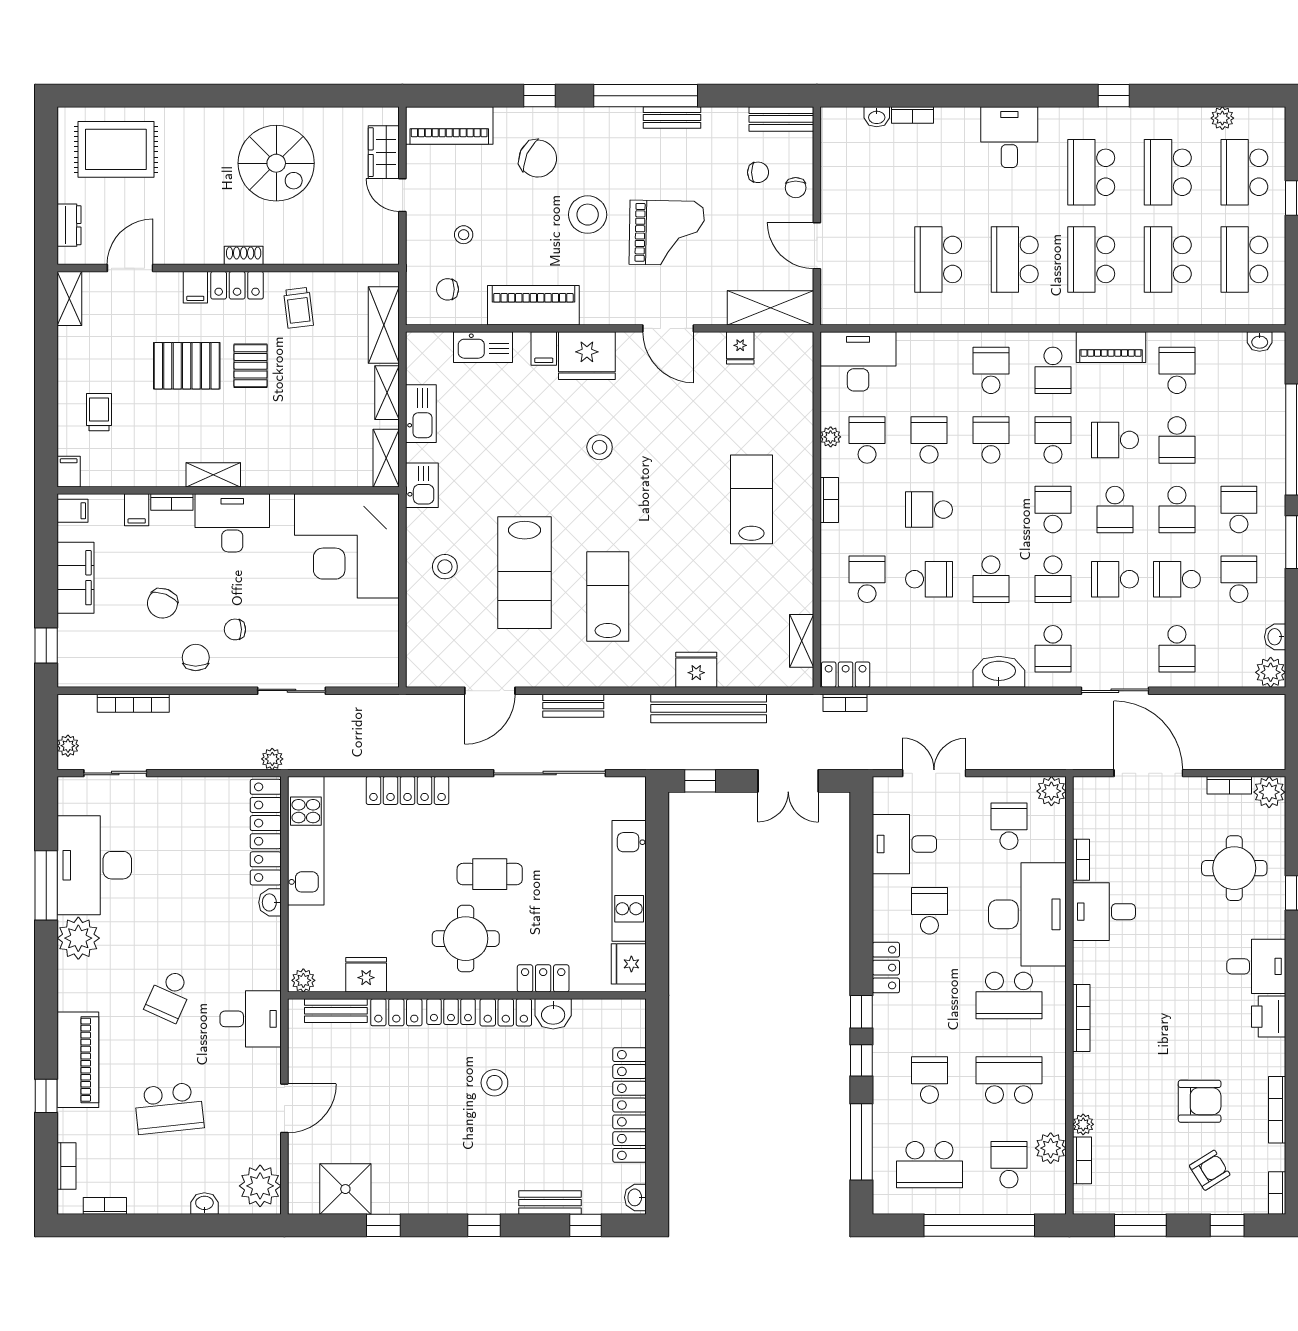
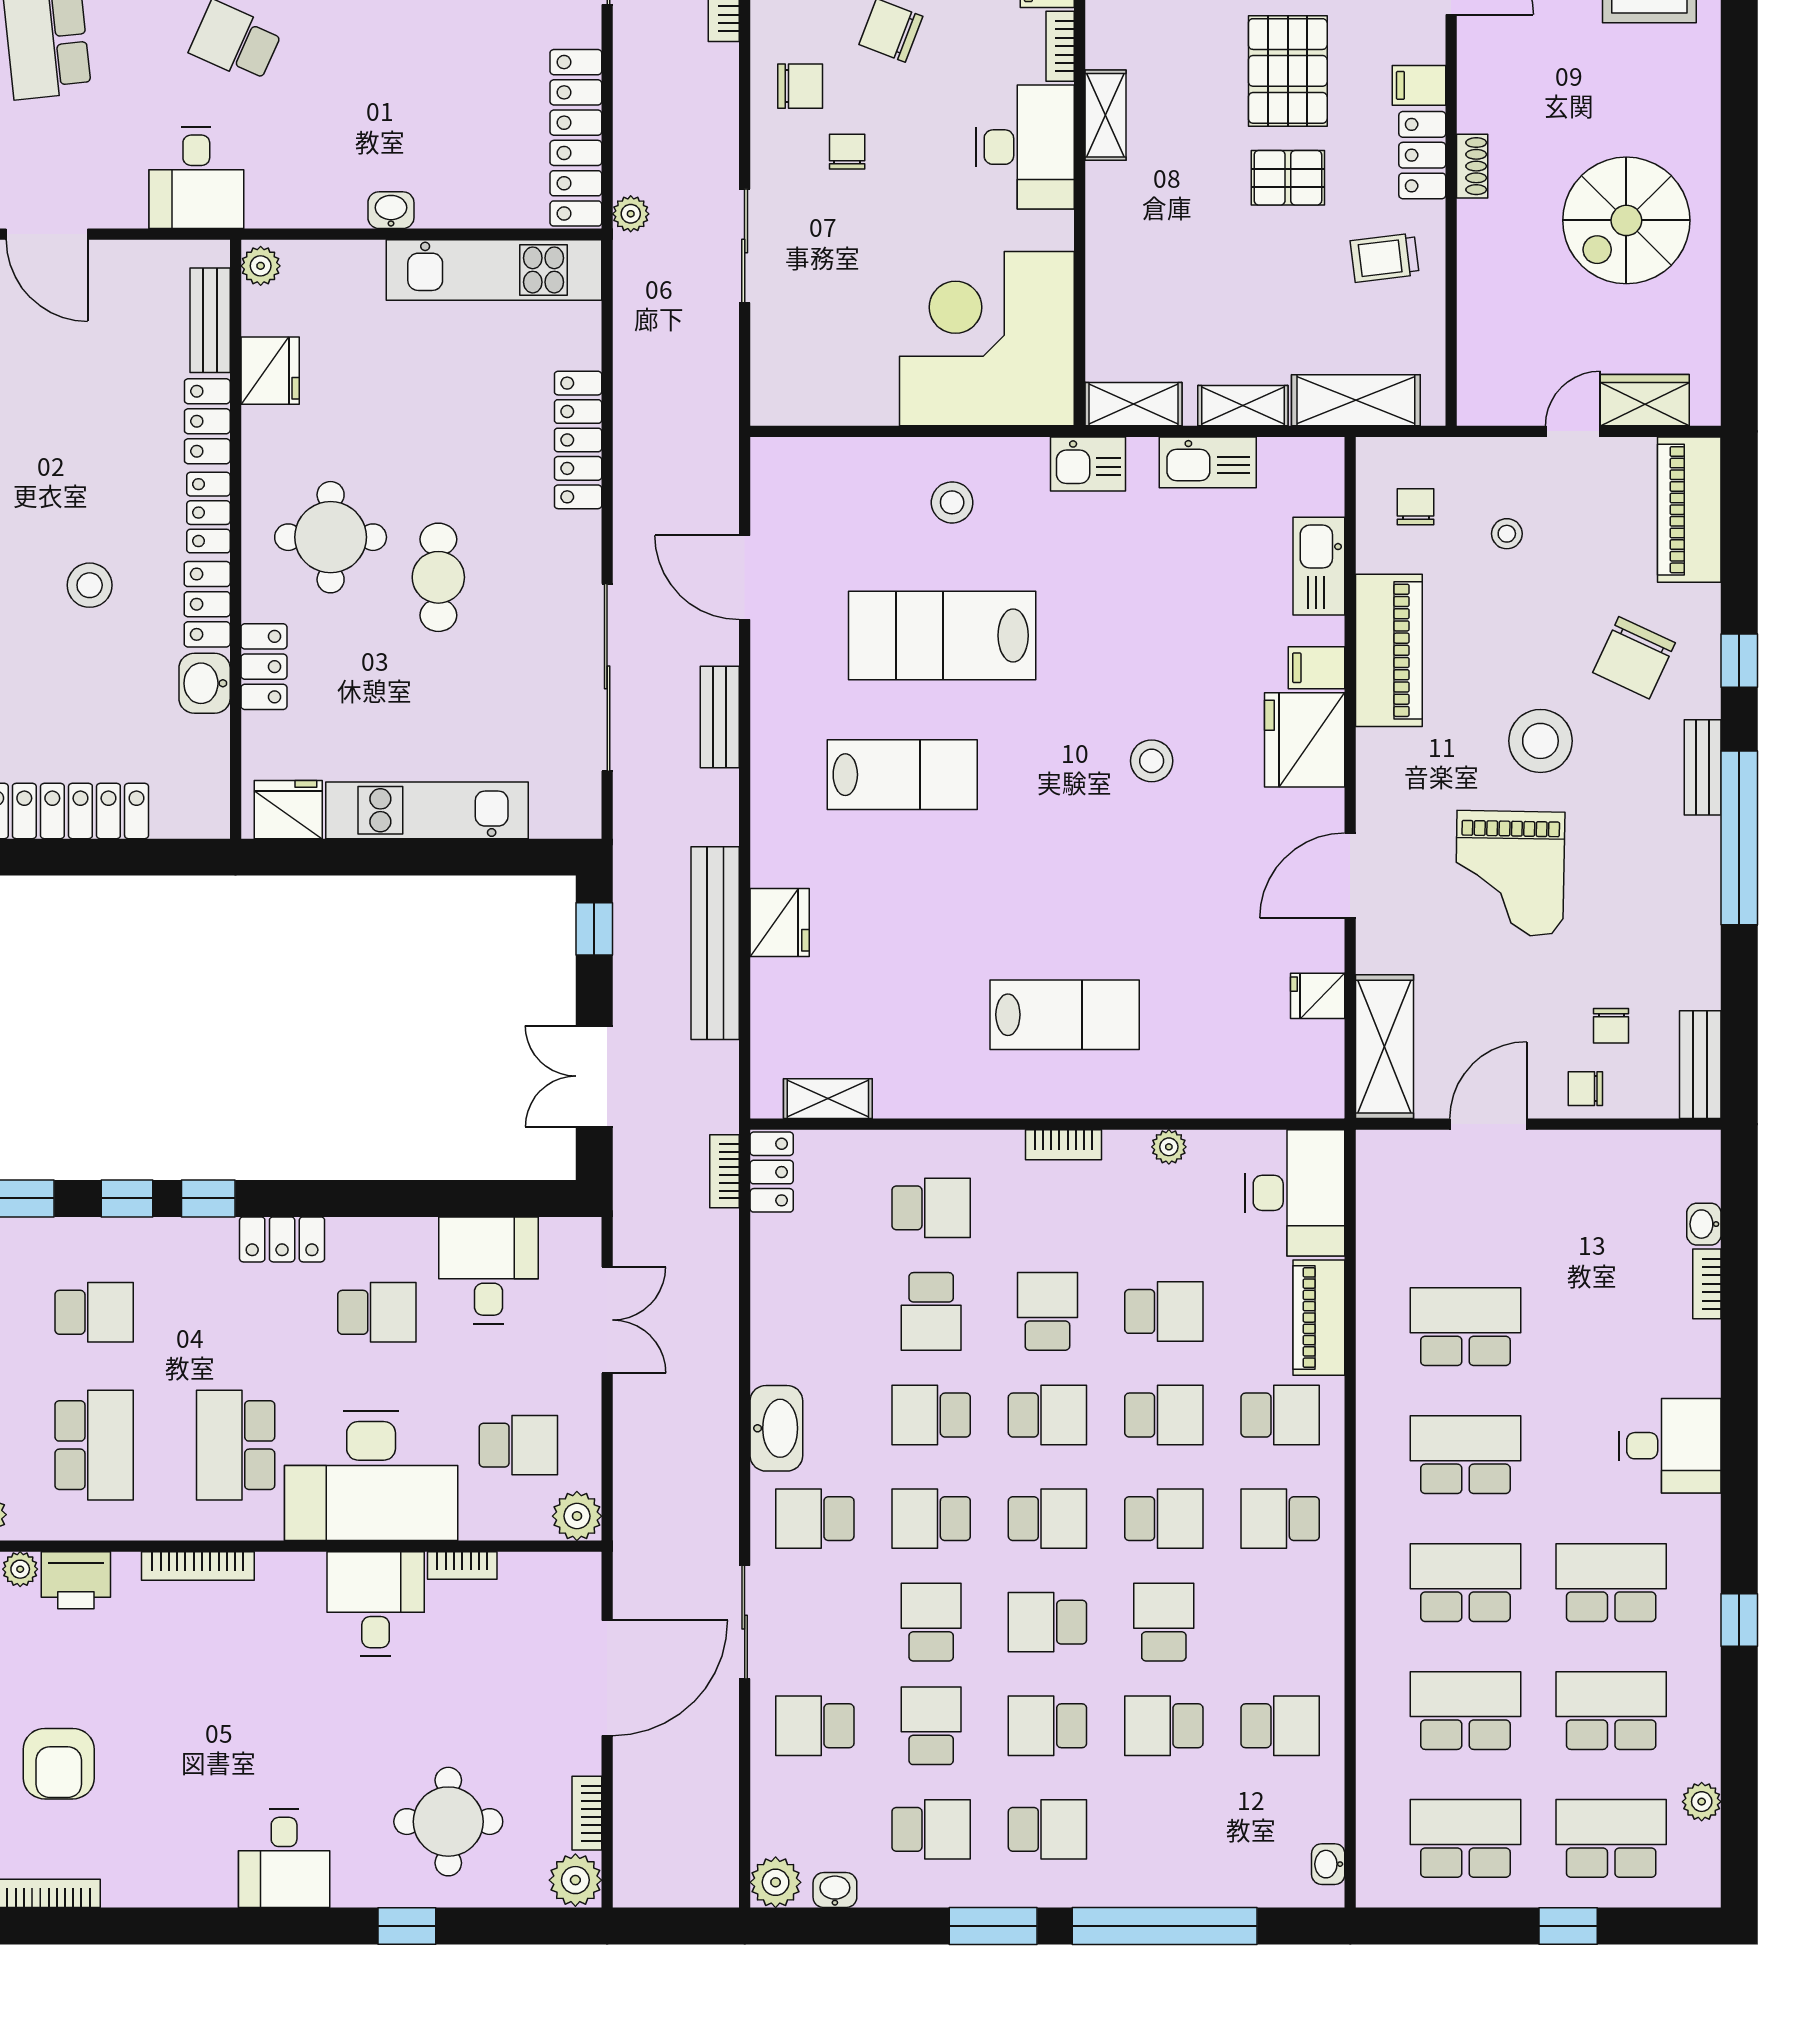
bench: (672, 117) -> (1703, 767), moved
piano: (1111, 347) -> (1319, 1318), moved
school desk: (867, 440) -> (1047, 1415), moved
locker: (266, 832) -> (576, 138), moved, turned -90
printer: (1269, 1017) -> (76, 1580), moved, turned 180

